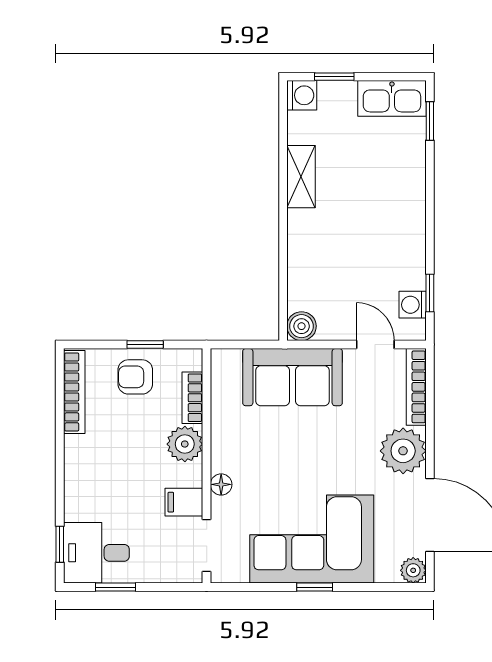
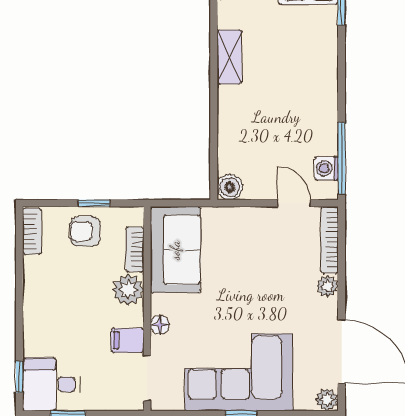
window: (430, 293) -> (342, 158), width x2.17
sofa: (292, 377) -> (175, 250), moved, turned -90
bookcase: (74, 392) -> (32, 231), width x0.64
plant: (403, 451) -> (328, 286), width x0.53, depth x0.53

